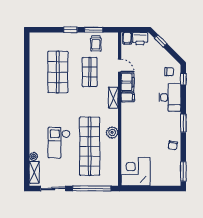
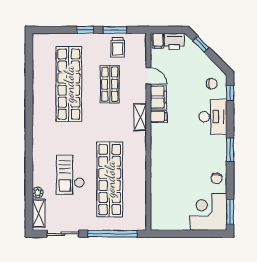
shop shelf: (58, 72) -> (69, 84), width x1.40
plant: (112, 132) -> (139, 162), removed
corner desk: (136, 172) -> (208, 212), moved

